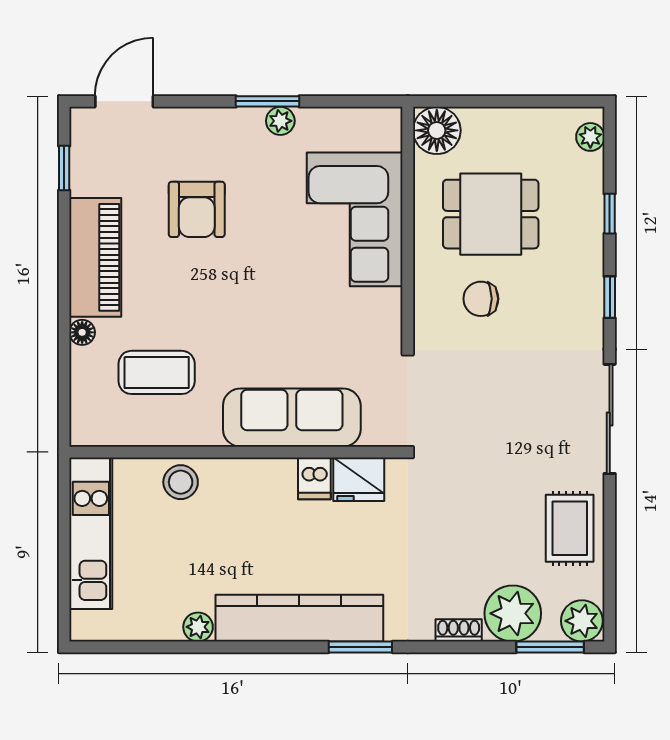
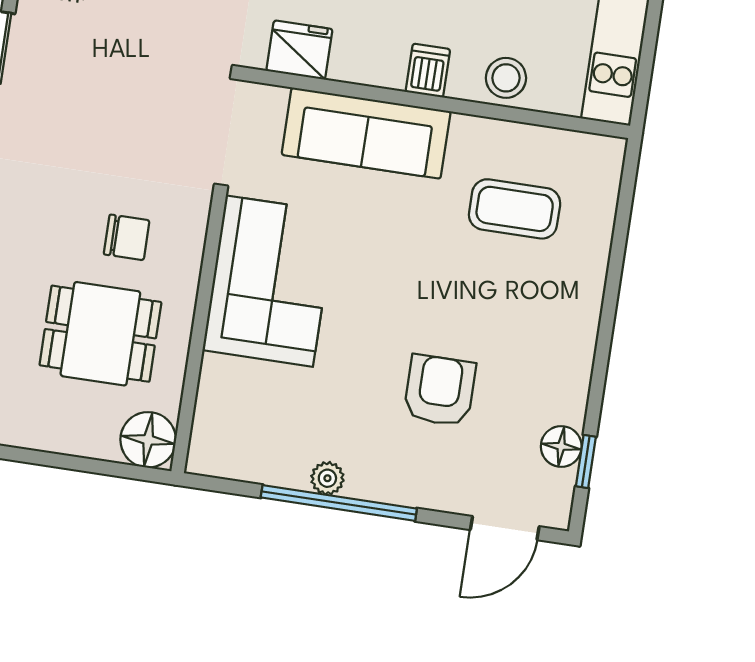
window: (268, 101) -> (339, 503), width x2.11
corner sofa: (355, 219) -> (269, 281), moved
piano: (95, 257) -> (565, 353), removed
floor lamp: (82, 332) -> (561, 446), moved, width x1.37, depth x1.37
dishwasher: (314, 478) -> (428, 71), moved

